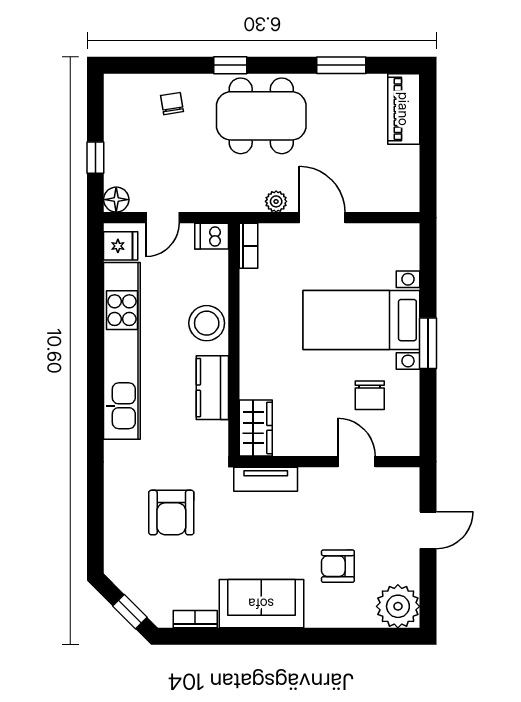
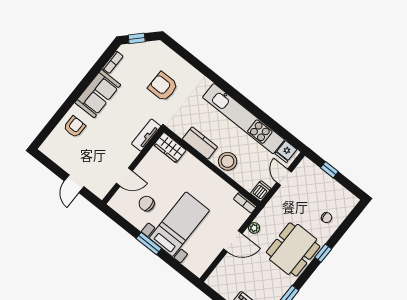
floor lamp: (116, 200) -> (306, 165), removed
armchair: (338, 566) -> (74, 127), moved
plant: (398, 606) -> (53, 147), removed

